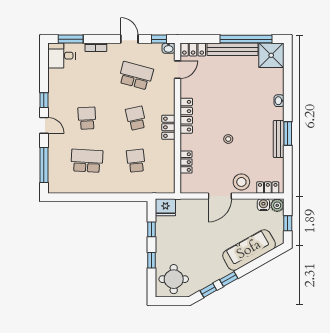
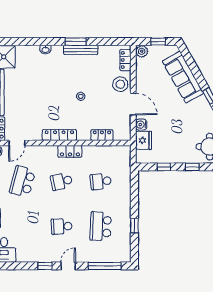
door: (178, 70) -> (17, 143), swing flipped
window: (88, 197) -> (134, 225), added
water cooler: (263, 205) -> (141, 125), moved
fridge: (165, 207) -> (143, 140), moved

